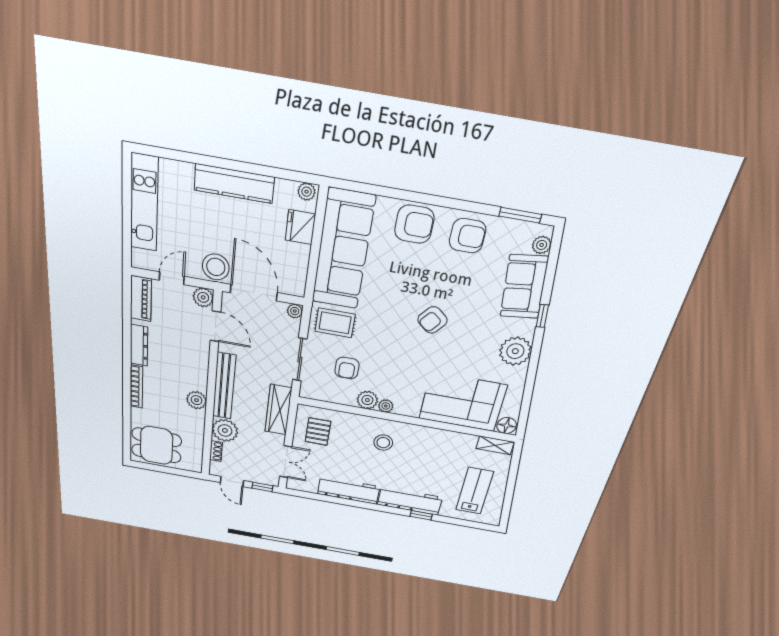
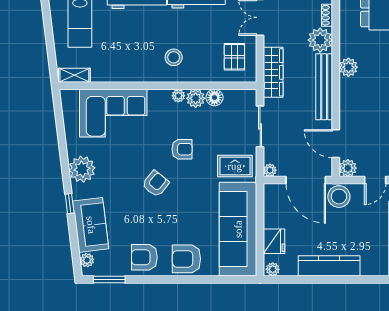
armchair: (347, 368) -> (182, 149), moved, turned 90
floor lamp: (507, 426) -> (214, 98), moved

